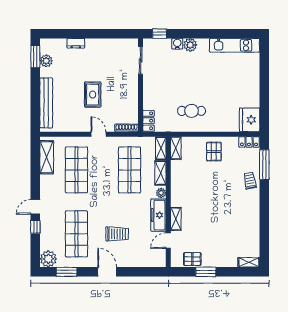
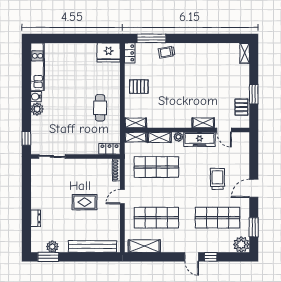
water cooler: (177, 44) -> (36, 97), moved

